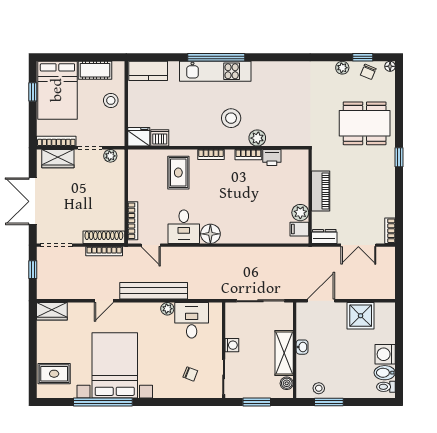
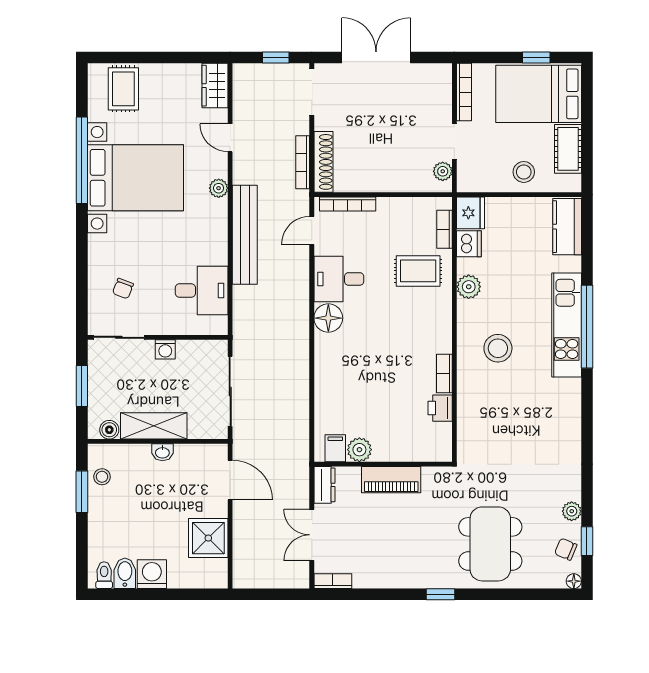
plant: (257, 138) -> (469, 287), moved
bookcase: (211, 155) -> (445, 229), moved
wardrobe: (58, 159) -> (439, 94), removed
door: (104, 301) -> (230, 138), moved
plant: (167, 309) -> (219, 188), moved

